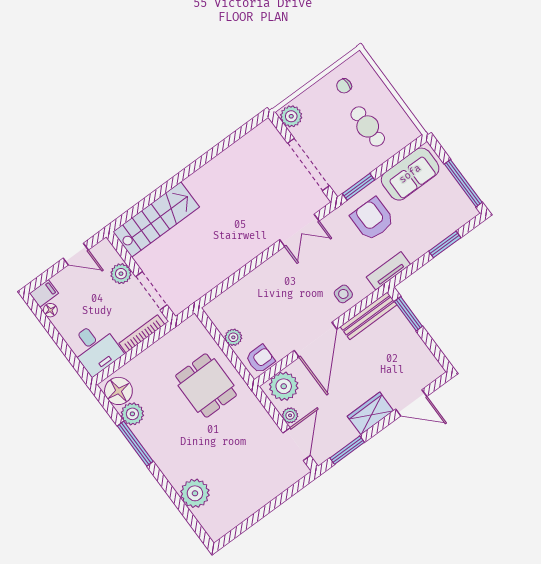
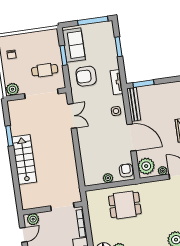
cafe table: (368, 126) -> (45, 70), moved
window: (217, 150) -> (9, 136), added
window: (359, 187) -> (63, 55), moved
stairs: (156, 219) -> (24, 159), moved
plant: (121, 274) -> (33, 219), moved

